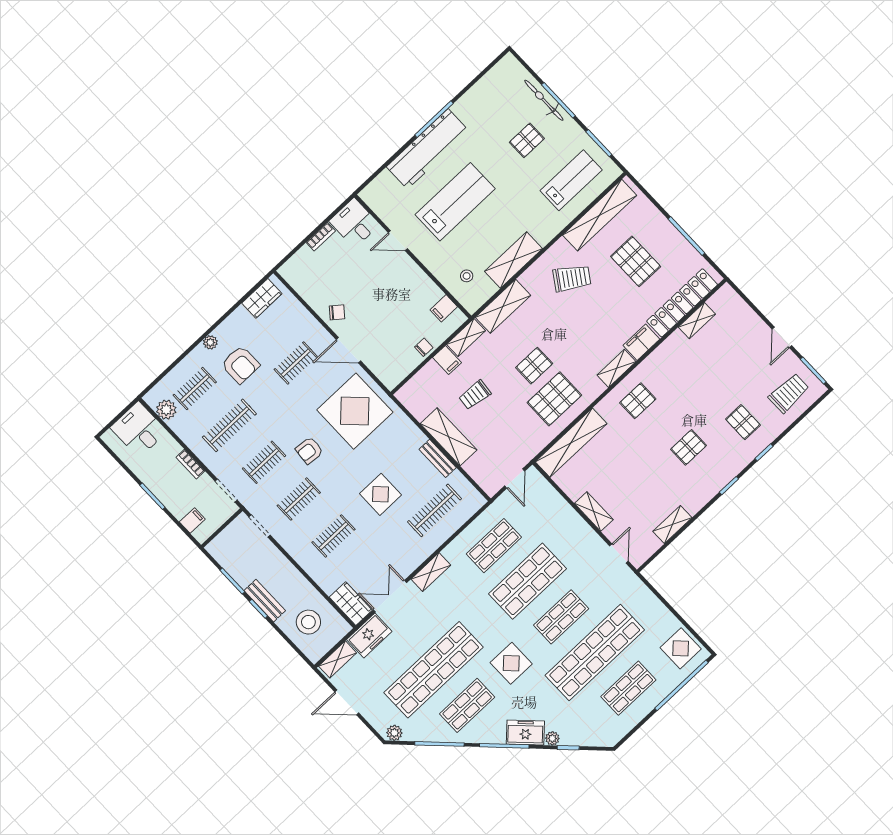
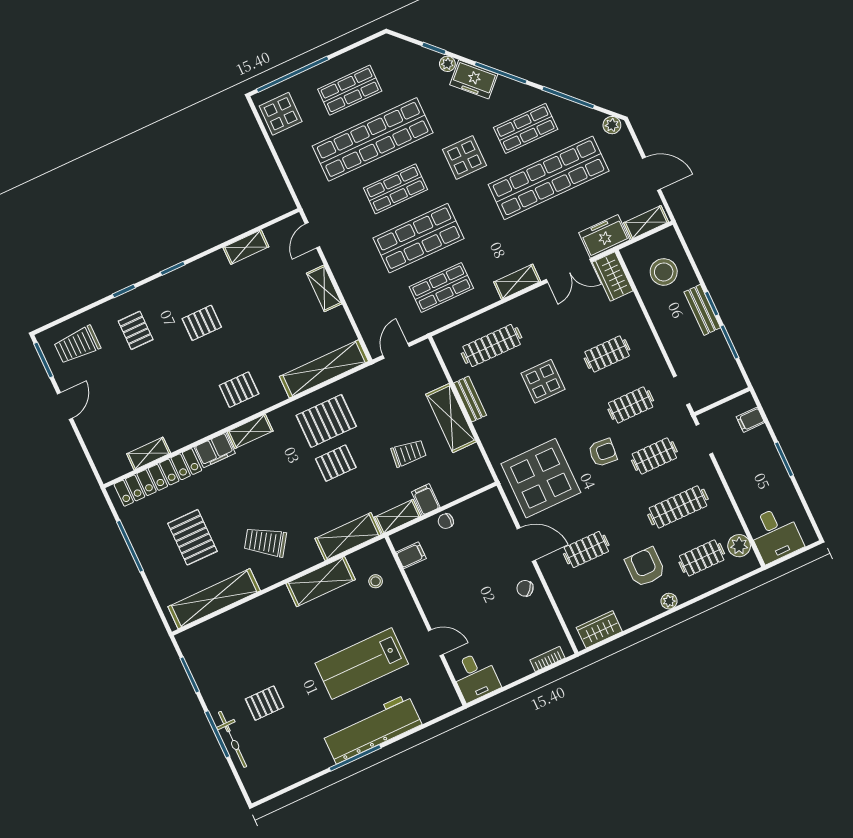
lab bench: (571, 180) -> (232, 645), removed
bookcase: (321, 237) -> (548, 659), moved
bookcase: (190, 464) -> (733, 480), removed

